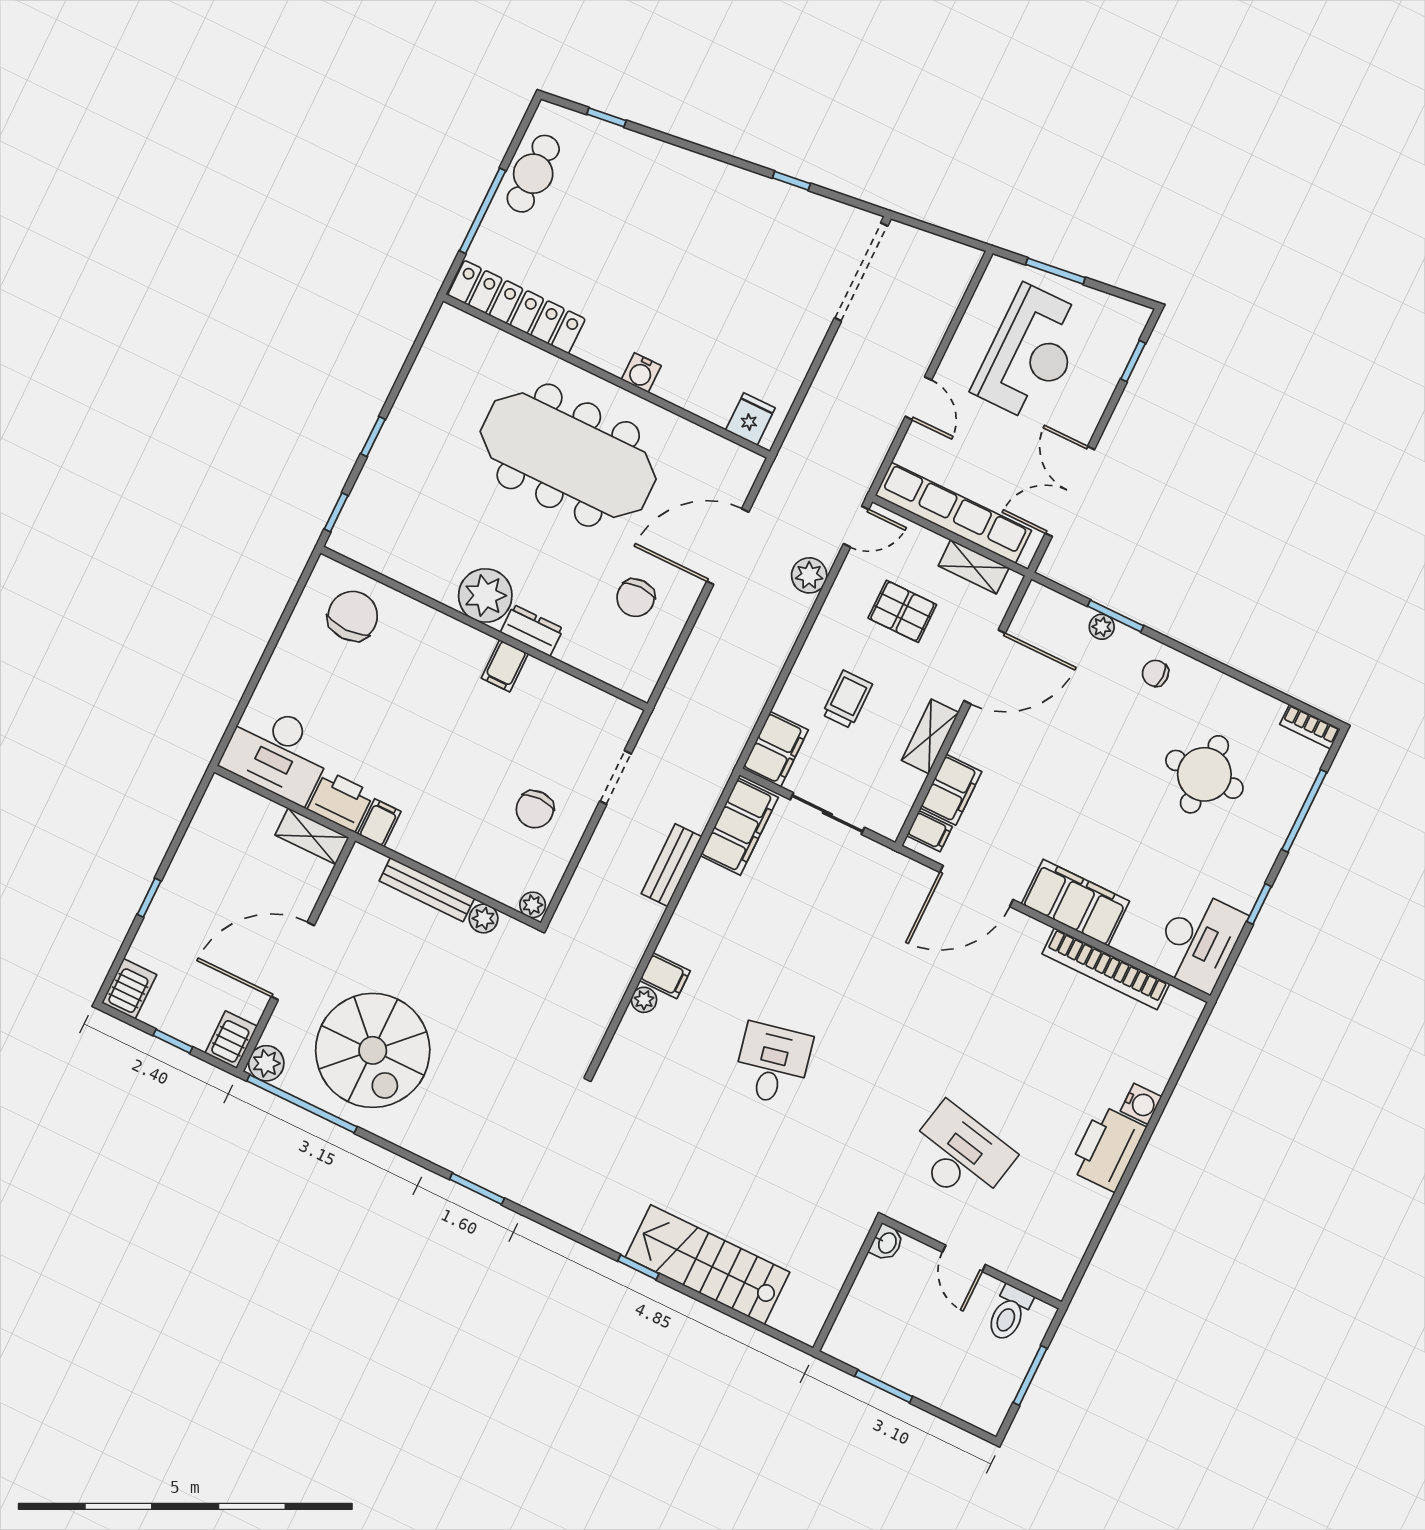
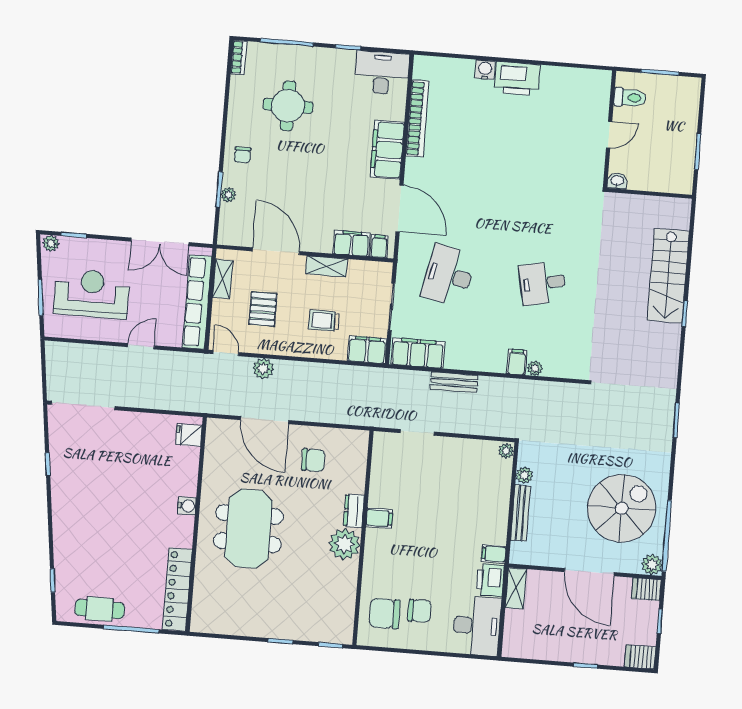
plant: (1134, 320) -> (51, 243), added
meeting table: (568, 455) -> (249, 529), width x0.73
chair: (535, 809) -> (419, 611), moved
desk: (960, 1155) -> (449, 276), moved

